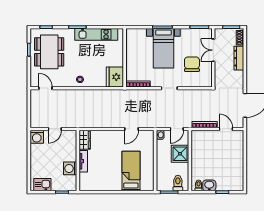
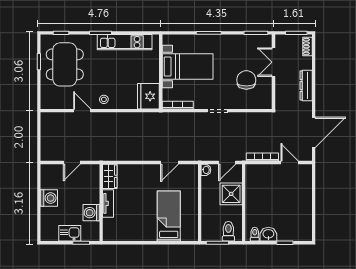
bed with nightstands: (163, 48) -> (188, 67), moved, turned -90
dresser: (239, 58) -> (306, 85), moved
door: (45, 88) -> (82, 111), moved
washing machine: (37, 137) -> (49, 198), moved, turned -90
kitchen sink: (42, 185) -> (70, 233), moved

